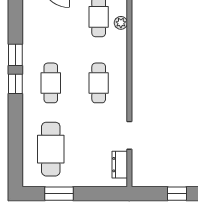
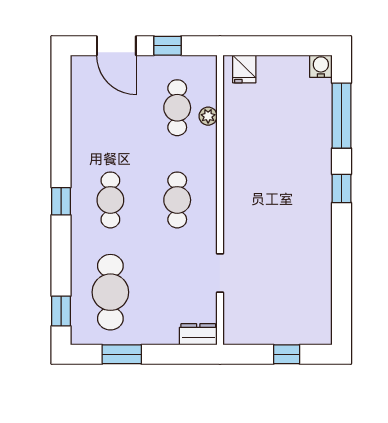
window: (15, 55) -> (61, 311), moved
dresser: (120, 165) -> (198, 334), moved, turned 90

